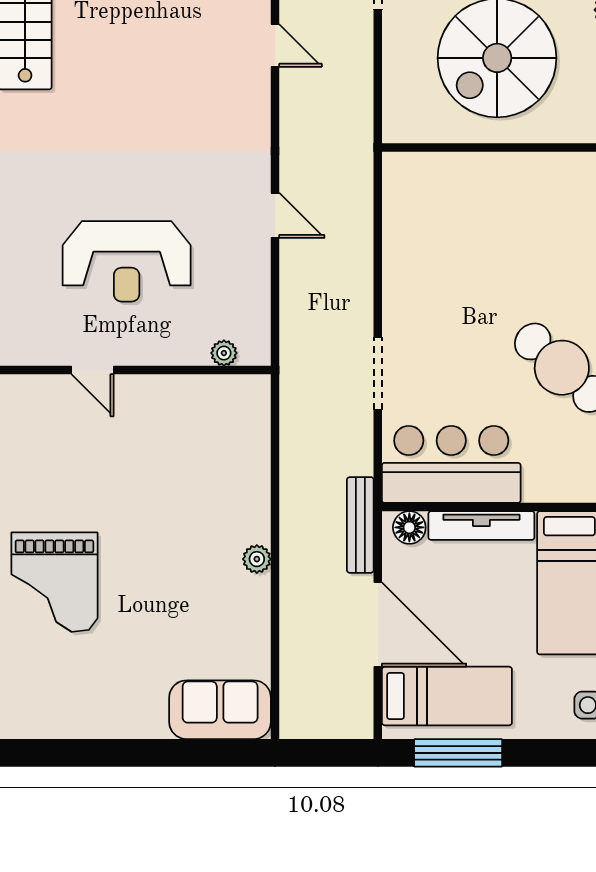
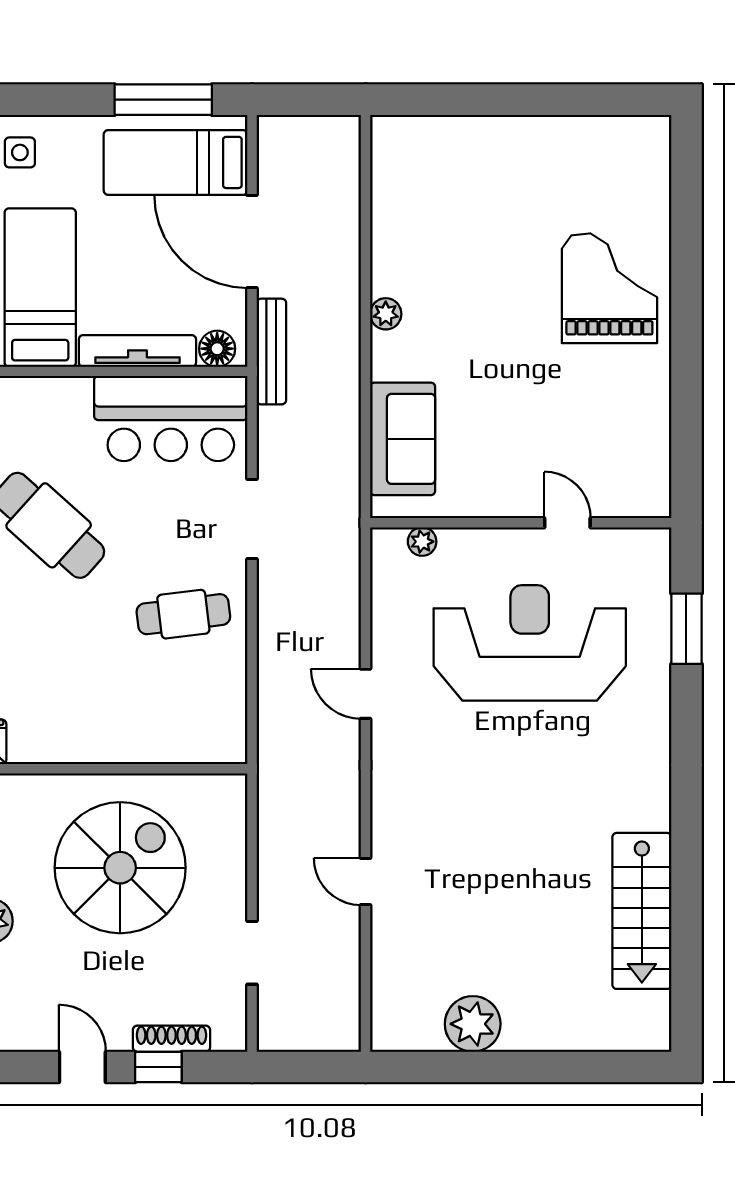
reception desk: (127, 261) -> (530, 643), width x1.36, depth x1.30
cafe table: (440, 287) -> (183, 614), added
sofa: (220, 710) -> (403, 439), moved, turned -90

